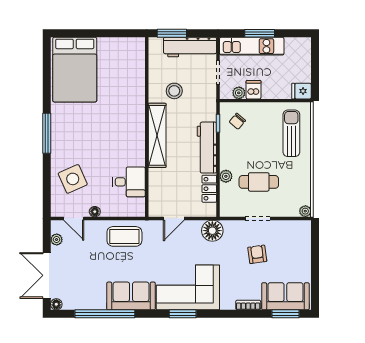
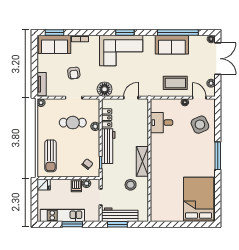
window: (172, 33) -> (117, 224), moved
kitchen unit: (252, 46) -> (62, 215), moved
shelving: (157, 135) -> (142, 161), width x0.68
coffee table: (124, 236) -> (175, 83), moved
tv unit: (304, 238) -> (42, 84), added
sofa: (131, 296) -> (172, 45), moved

